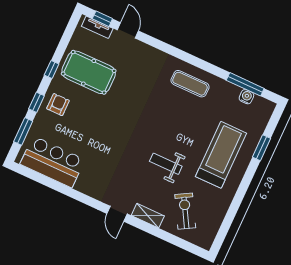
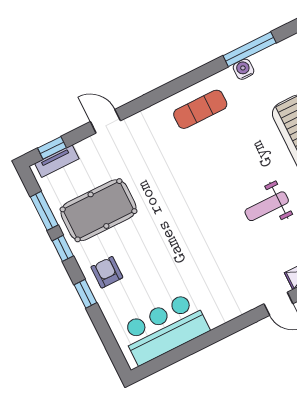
door: (128, 30) -> (105, 121), moved
water cooler: (246, 97) -> (244, 69), moved
window: (23, 131) -> (44, 211), moved

